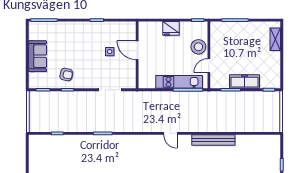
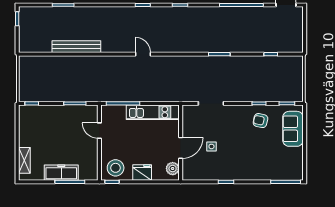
plant: (144, 32) -> (173, 169), added
stool: (198, 47) -> (116, 168), moved
door: (137, 50) -> (181, 148), hinge flipped
sofa: (37, 56) -> (293, 129), moved
door: (209, 66) -> (99, 131), swing flipped
kitchen unit: (179, 82) -> (153, 112), moved
freezer: (244, 82) -> (61, 173), moved, turned 180
bench: (213, 140) -> (76, 47), moved

